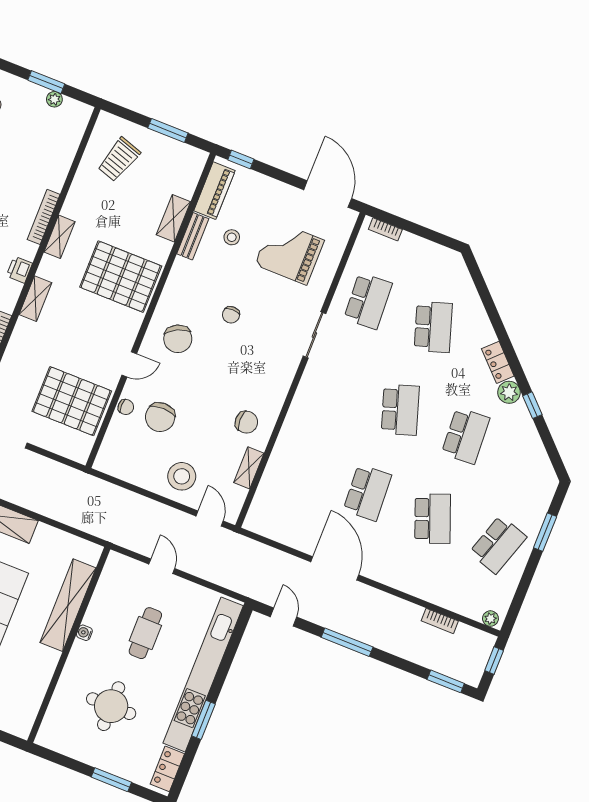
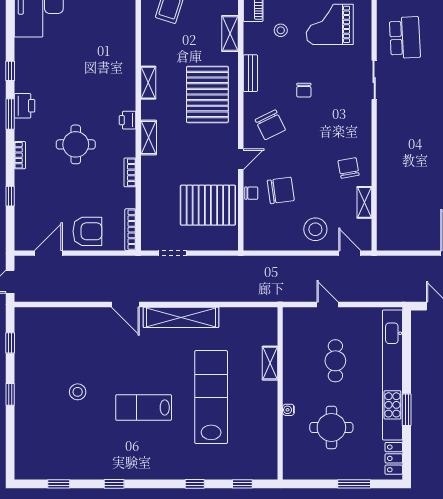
bookcase: (44, 217) -> (130, 72), removed
bench: (193, 236) -> (250, 73), moved
pallet: (121, 277) -> (207, 94), turned 90
chair: (160, 417) -> (281, 190), turned -98
chair: (246, 422) -> (349, 168), turned -100
shelving: (68, 605) -> (270, 363), width x0.45, depth x0.75
water cooler: (84, 633) -> (288, 410), moved

